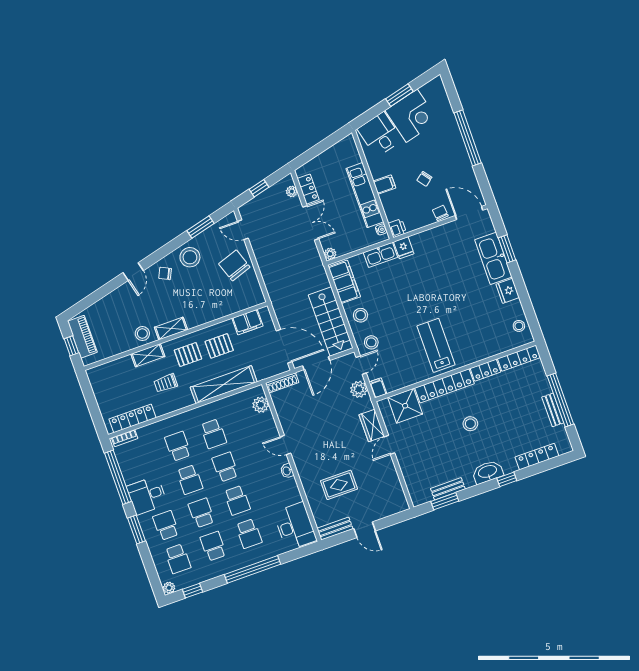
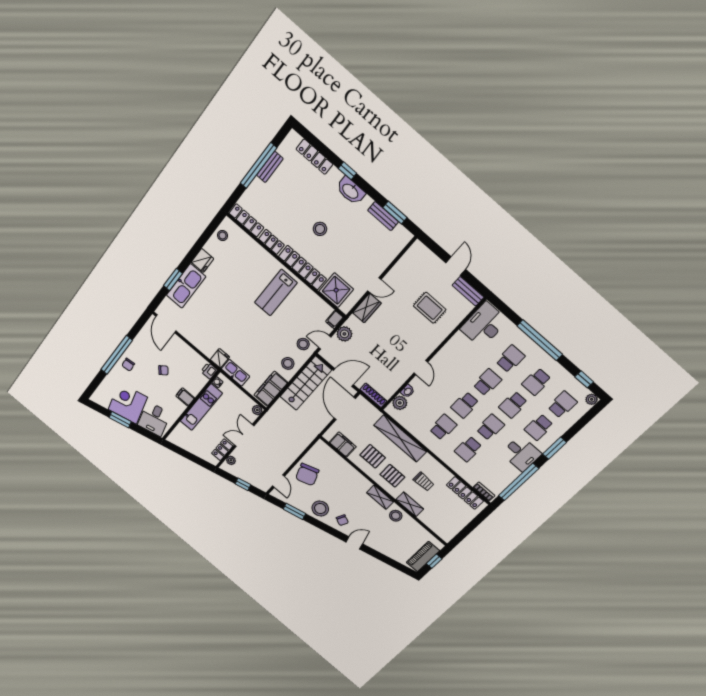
chair: (440, 213) -> (128, 365), moved
washbasin: (287, 471) -> (408, 391), moved

